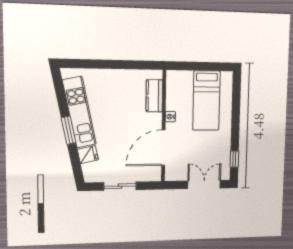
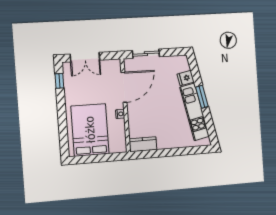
kitchen counter: (154, 96) -> (143, 144), moved, turned -90
bed: (206, 101) -> (90, 130), width x1.50
sliding door: (120, 186) -> (146, 54), moved

